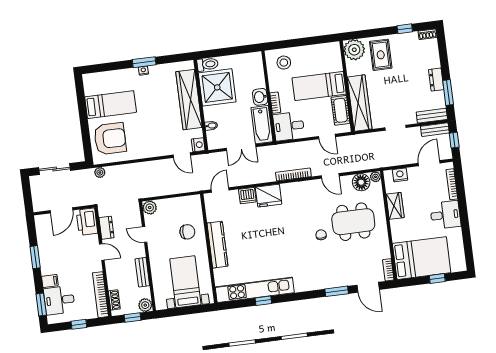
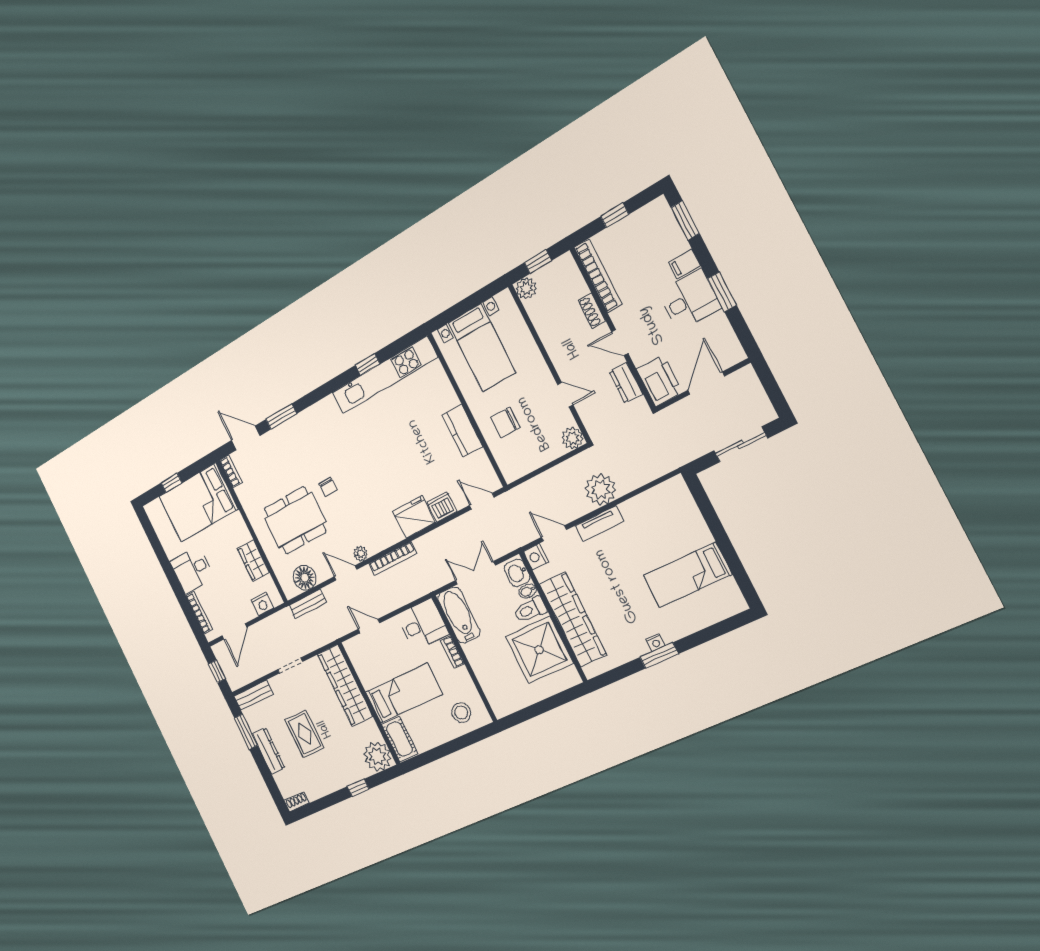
window: (405, 29) -> (358, 788), moved
rug: (381, 55) -> (304, 734), moved
toilet: (208, 64) -> (530, 610), moved
dresser: (436, 80) -> (269, 751), width x1.44
washbasin: (260, 97) -> (517, 573), moved, turned 180
cot: (341, 110) -> (400, 739), moved
bench: (435, 130) -> (308, 604), moved
armchair: (110, 139) -> (670, 522), removed
tv unit: (152, 152) -> (599, 524), added
plant: (100, 173) -> (601, 489), moved, width x1.88, depth x1.88
plant: (375, 177) -> (361, 554), moved
door: (220, 190) -> (482, 501), swing flipped
kitchen counter: (217, 245) -> (462, 431), width x0.67
bench: (142, 272) -> (548, 336), removed
desk: (59, 300) -> (690, 300), moved
shoe rack: (114, 300) -> (592, 311), moved

